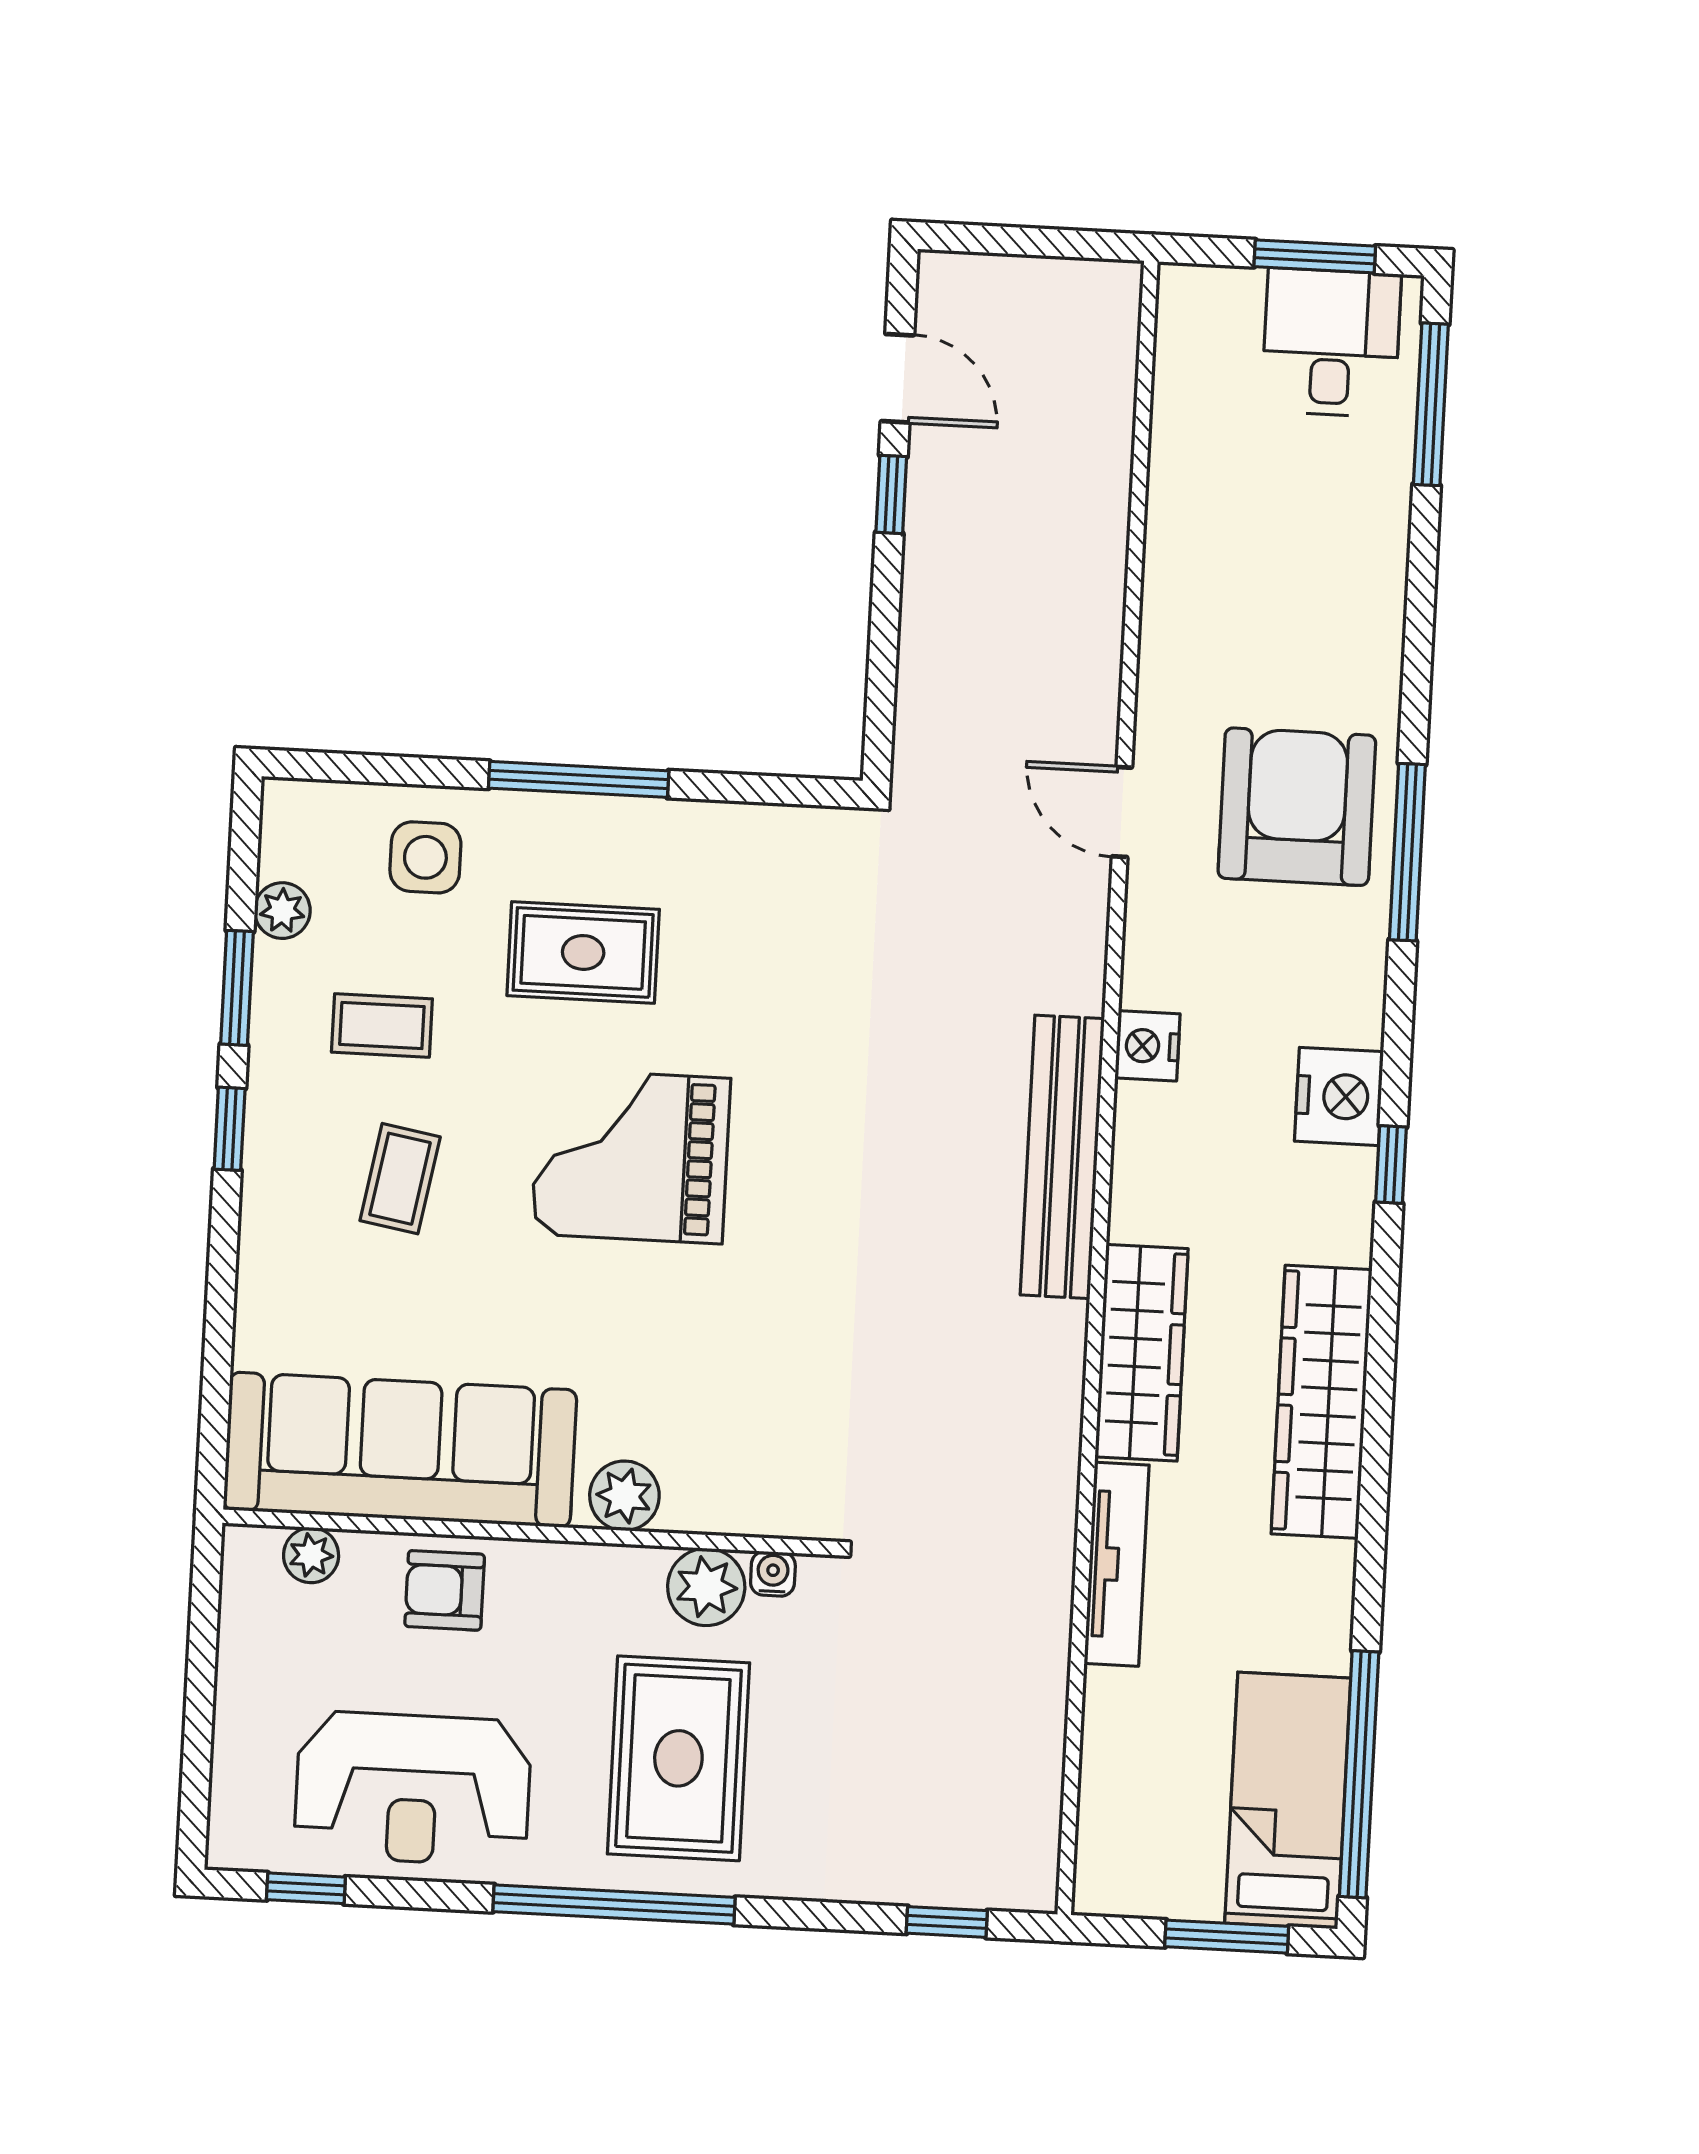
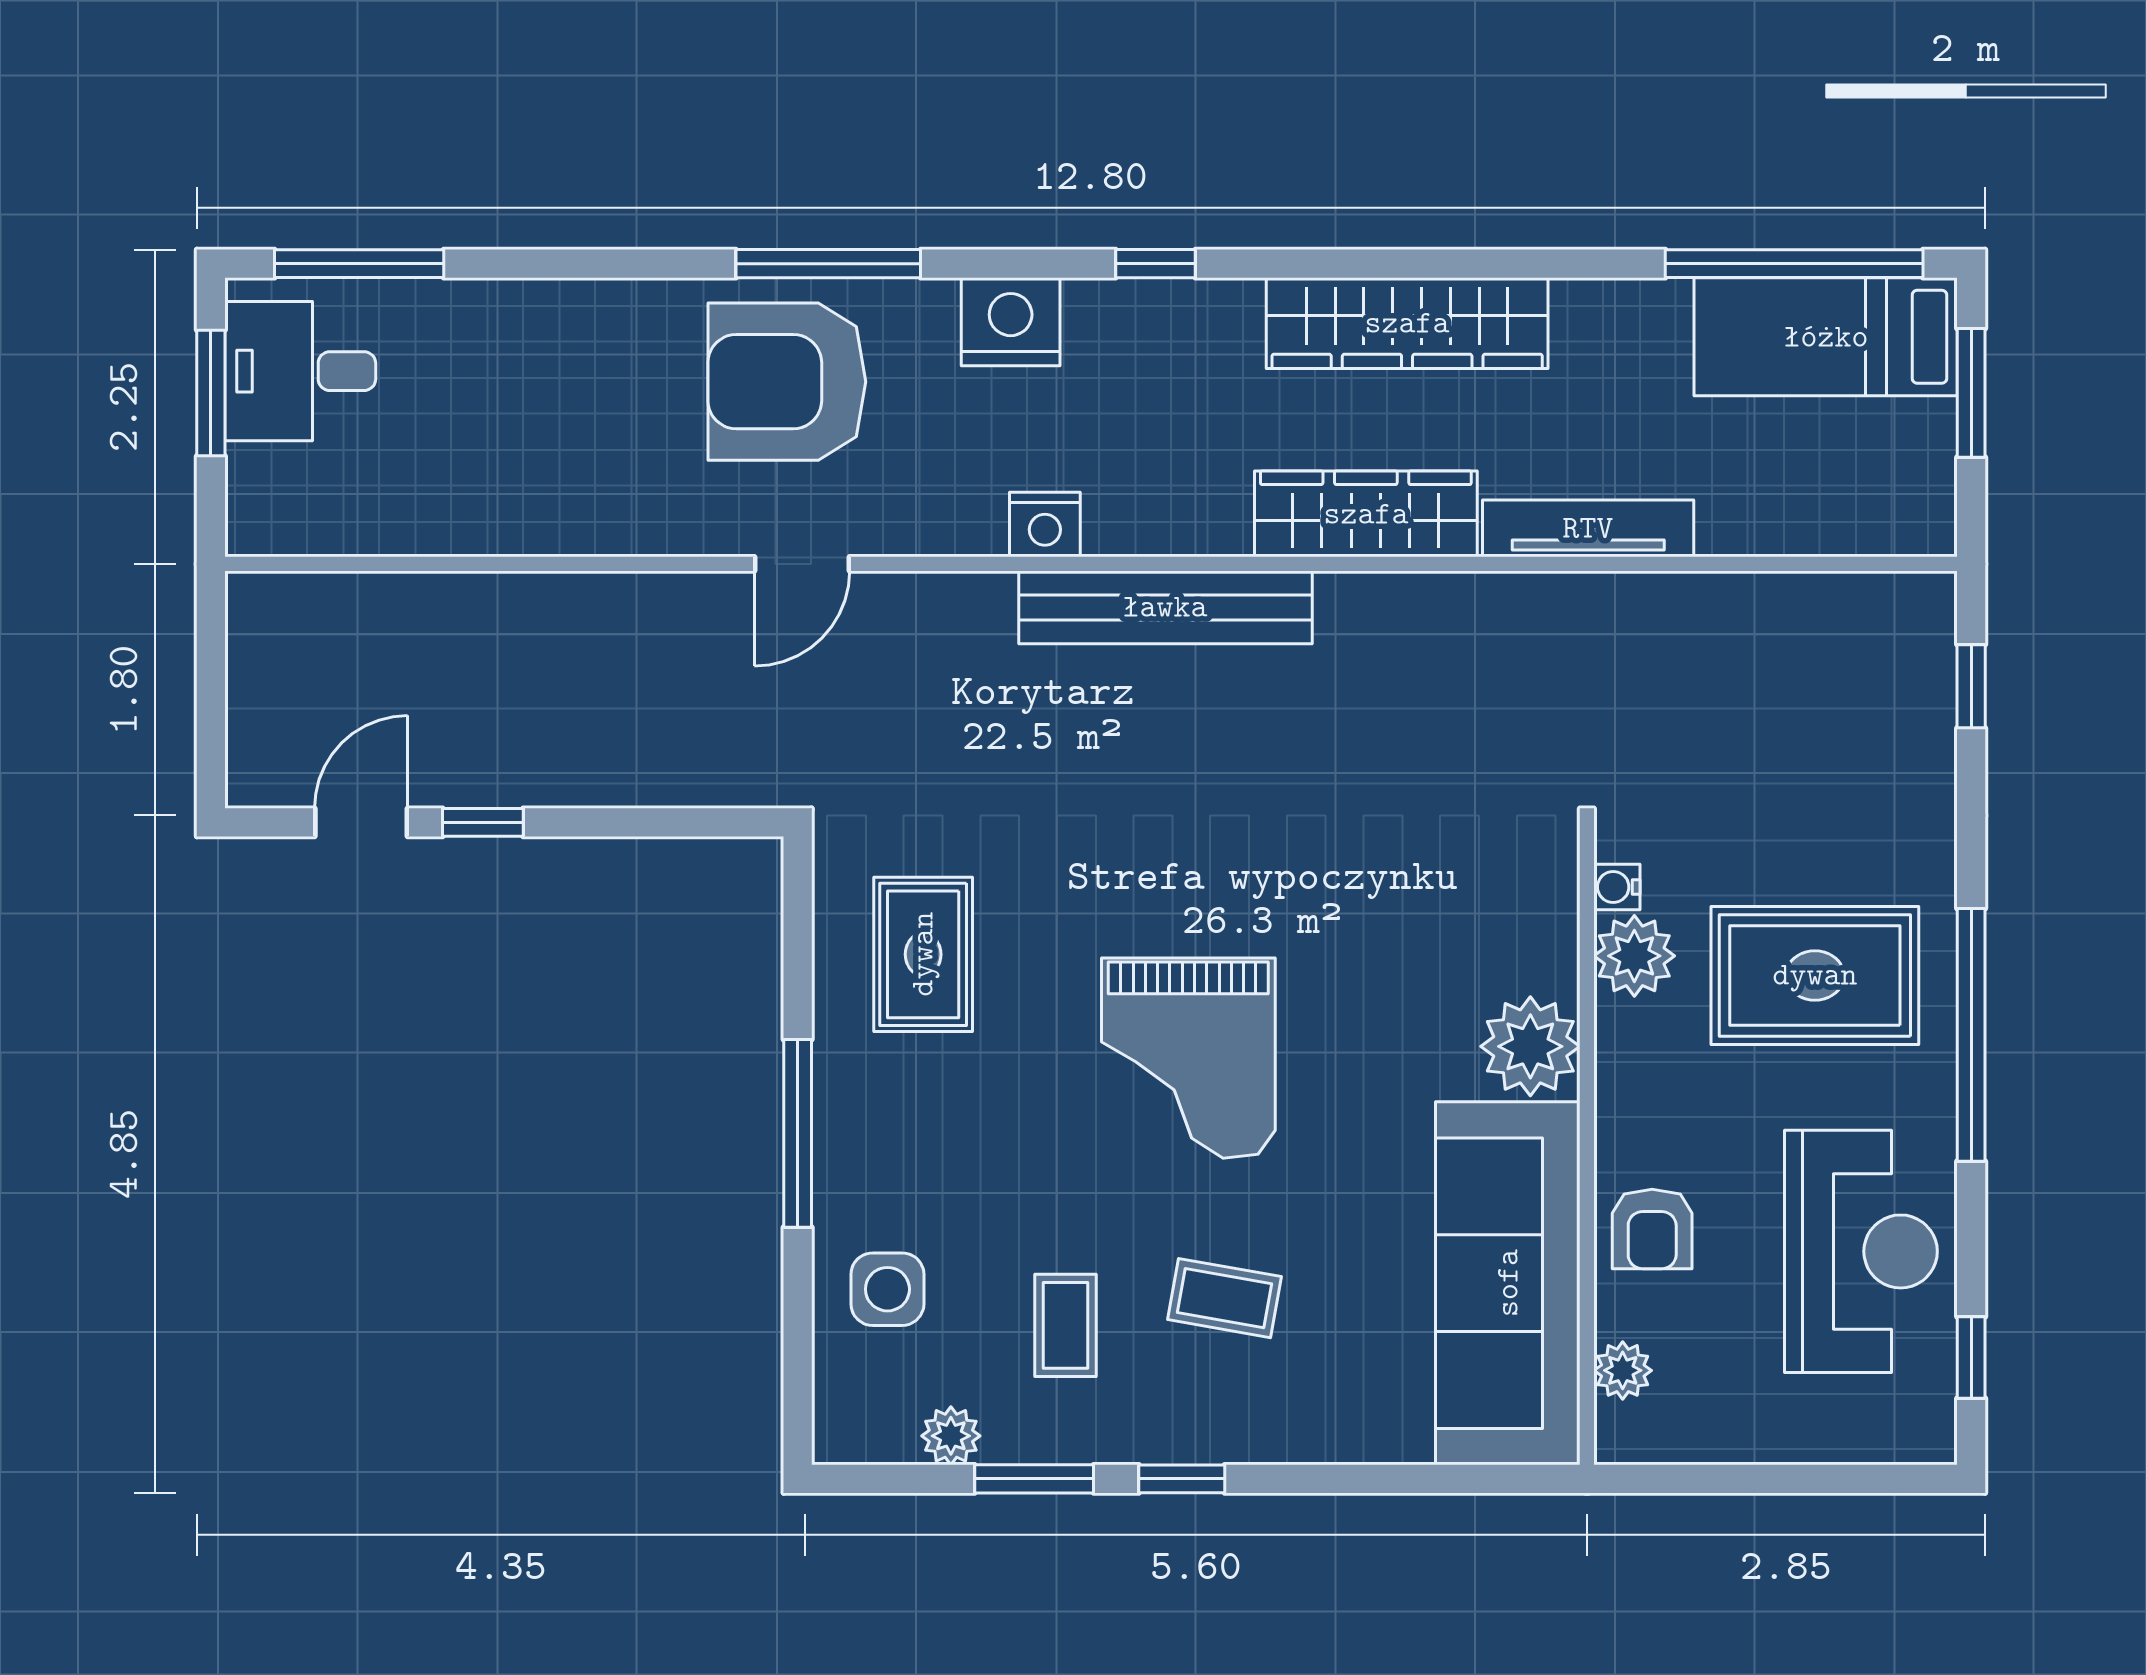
rug: (583, 952) -> (923, 954), moved
nightstand: (1339, 1096) -> (1011, 322), moved
plant: (624, 1496) -> (1530, 1046), width x1.36, depth x1.36

